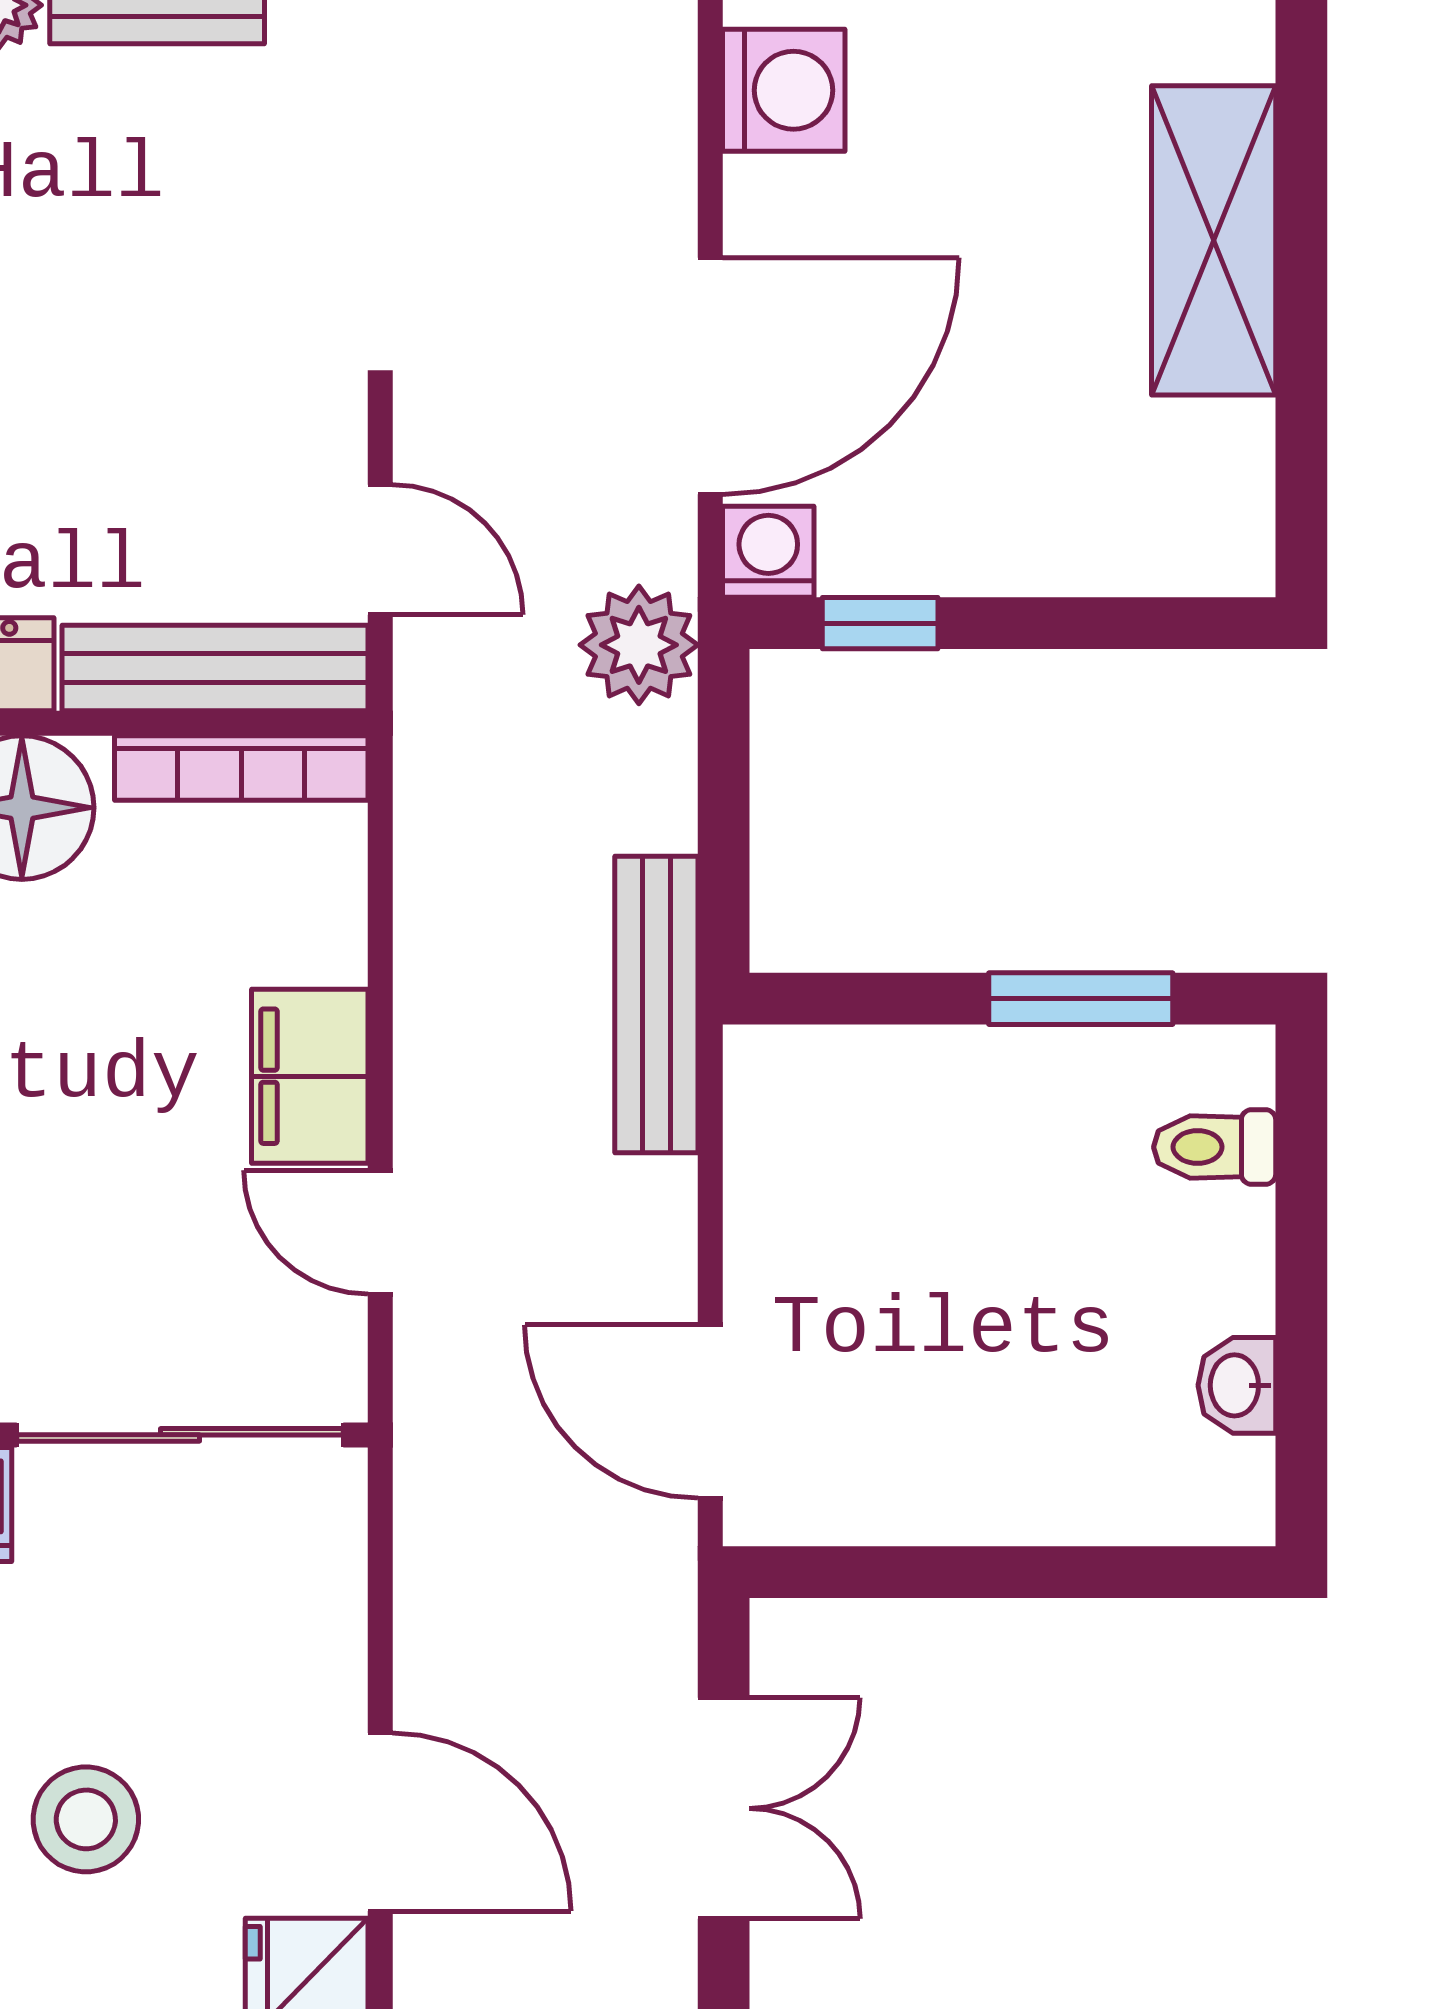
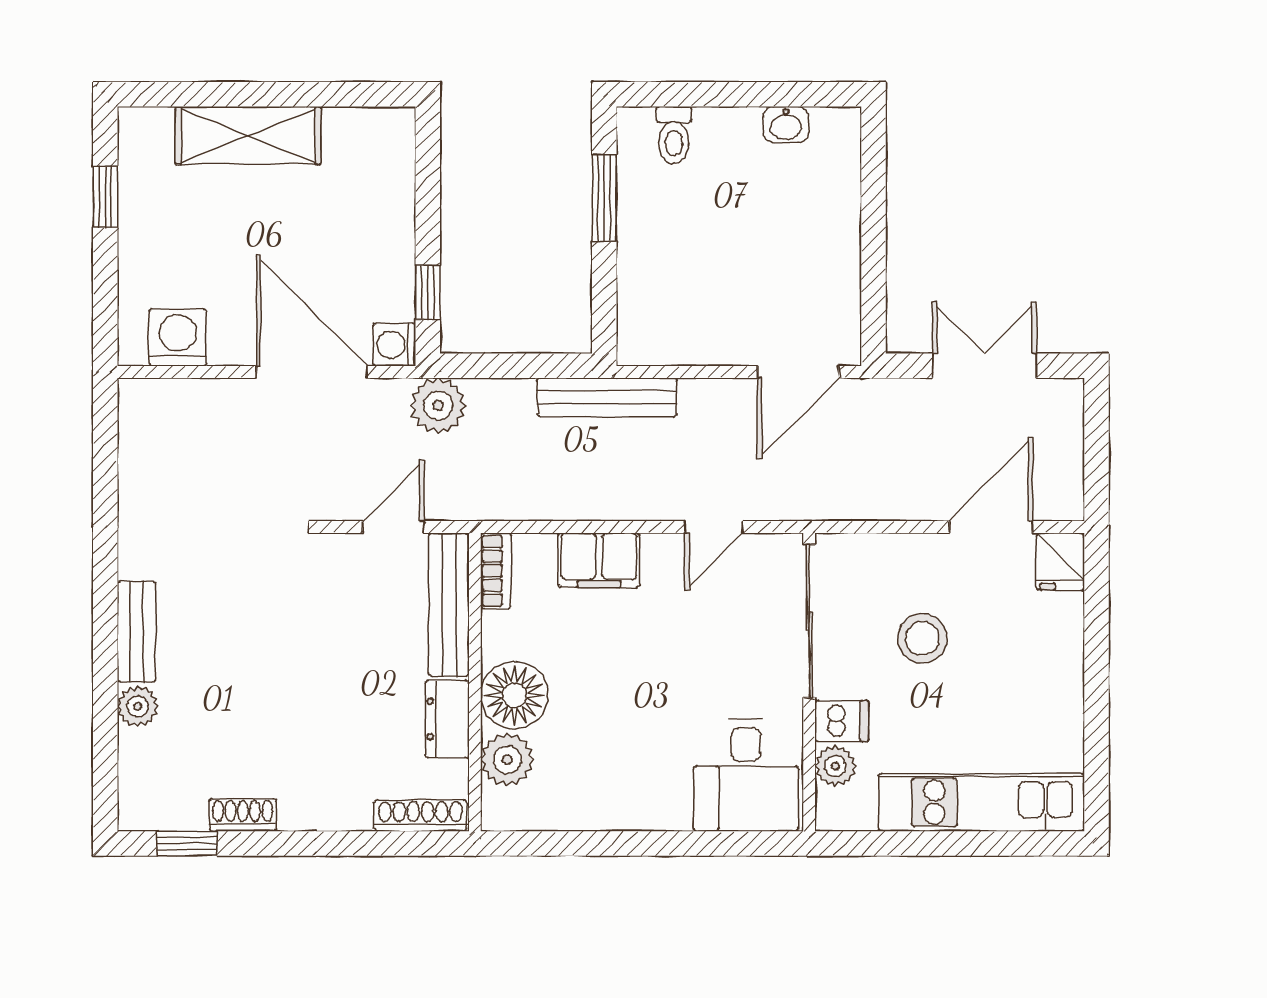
bookcase: (241, 768) -> (496, 571), width x0.64
filing cabinet: (310, 1076) -> (599, 560), moved
stool: (86, 1819) -> (922, 638), moved

